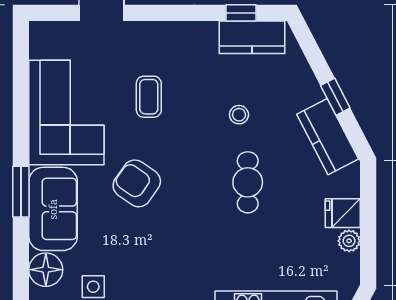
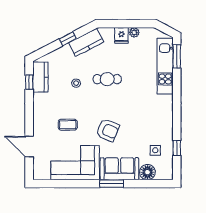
armchair: (137, 183) -> (108, 130), turned -103

